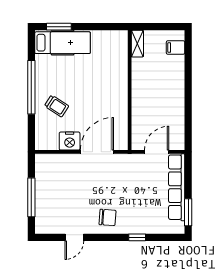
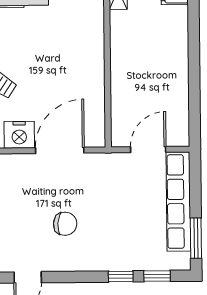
chair: (108, 217) -> (65, 224), moved
window: (162, 237) -> (157, 276), added

